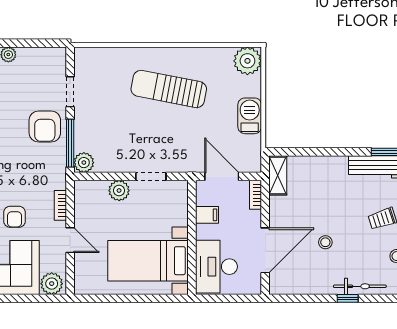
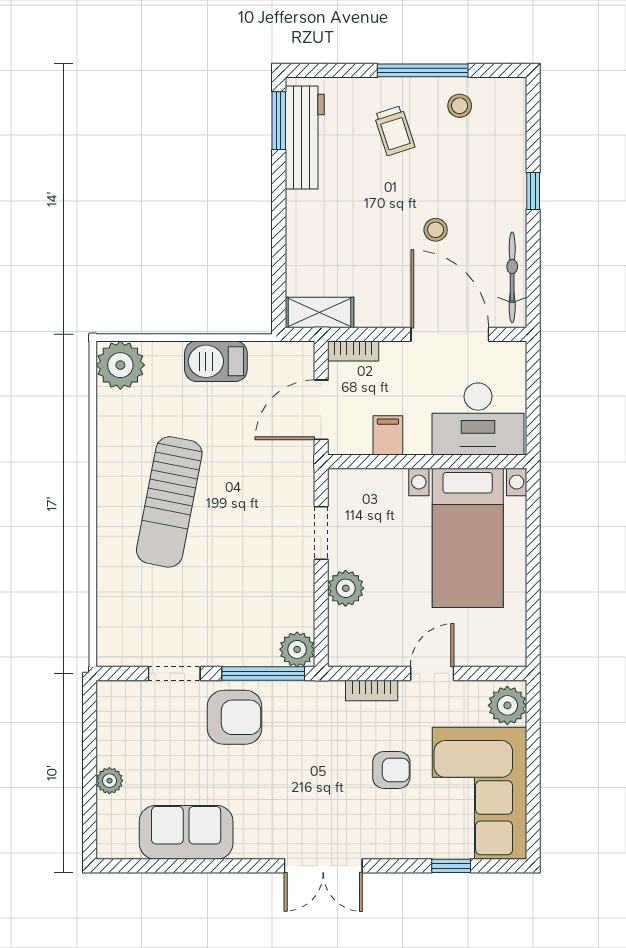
bicycle: (360, 286) -> (512, 277), moved

